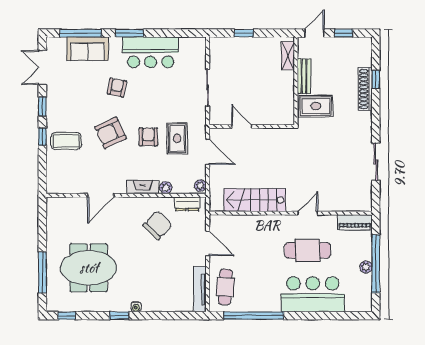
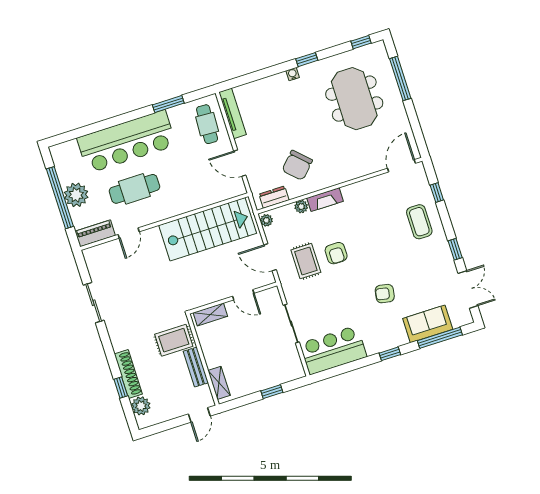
window: (129, 33) -> (390, 354), width x0.67
window: (344, 33) -> (169, 425), removed
bar counter: (151, 52) -> (333, 350), moved
plant: (363, 58) -> (141, 406), added
armchair: (117, 87) -> (385, 294), turned 89
shelving: (276, 118) -> (210, 314), added
armchair: (110, 133) -> (376, 245), removed
window: (42, 137) -> (437, 192), moved
coffee table: (66, 141) -> (419, 222), turned 90
door: (101, 195) -> (402, 166), moved
stairs: (255, 200) -> (208, 229), width x1.36, depth x1.51
door: (308, 213) -> (129, 233), moved
plant: (366, 267) -> (76, 195), width x1.87, depth x1.87
meeting table: (89, 268) -> (354, 99), turned 90
bar counter: (313, 294) -> (127, 142), width x1.36
window: (254, 316) -> (168, 104), width x0.47

